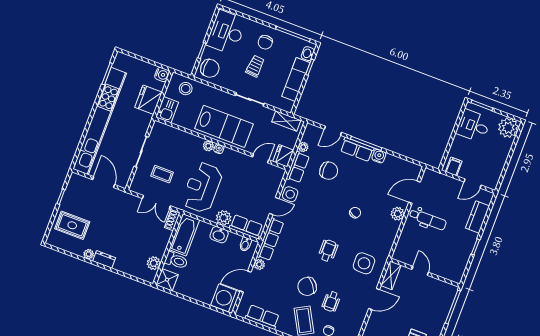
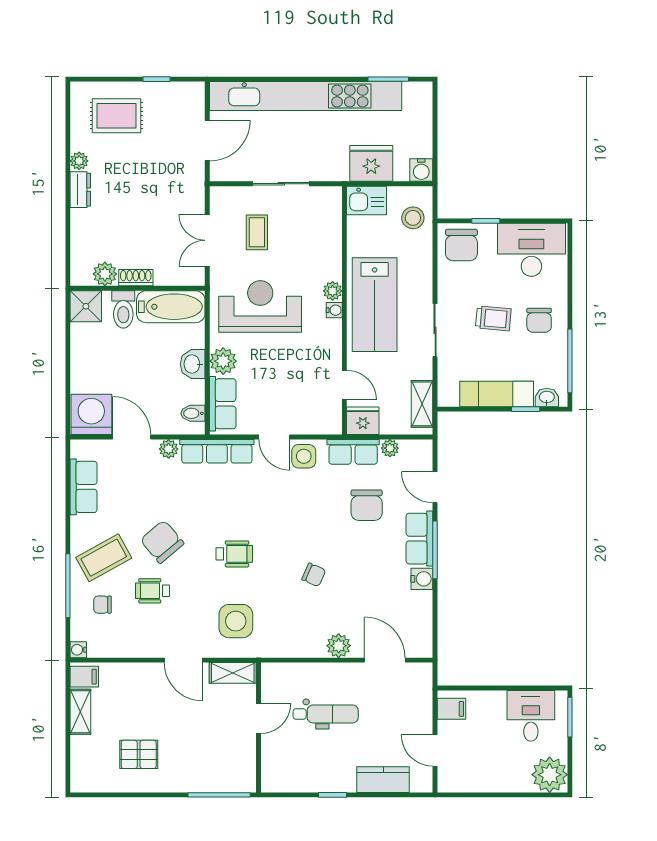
chair: (265, 42) -> (539, 320), turned -90
dental chair: (428, 219) -> (326, 714), moved, turned -90
shoe rack: (172, 220) -> (136, 278), moved
rug: (72, 225) -> (117, 116), turned 90

